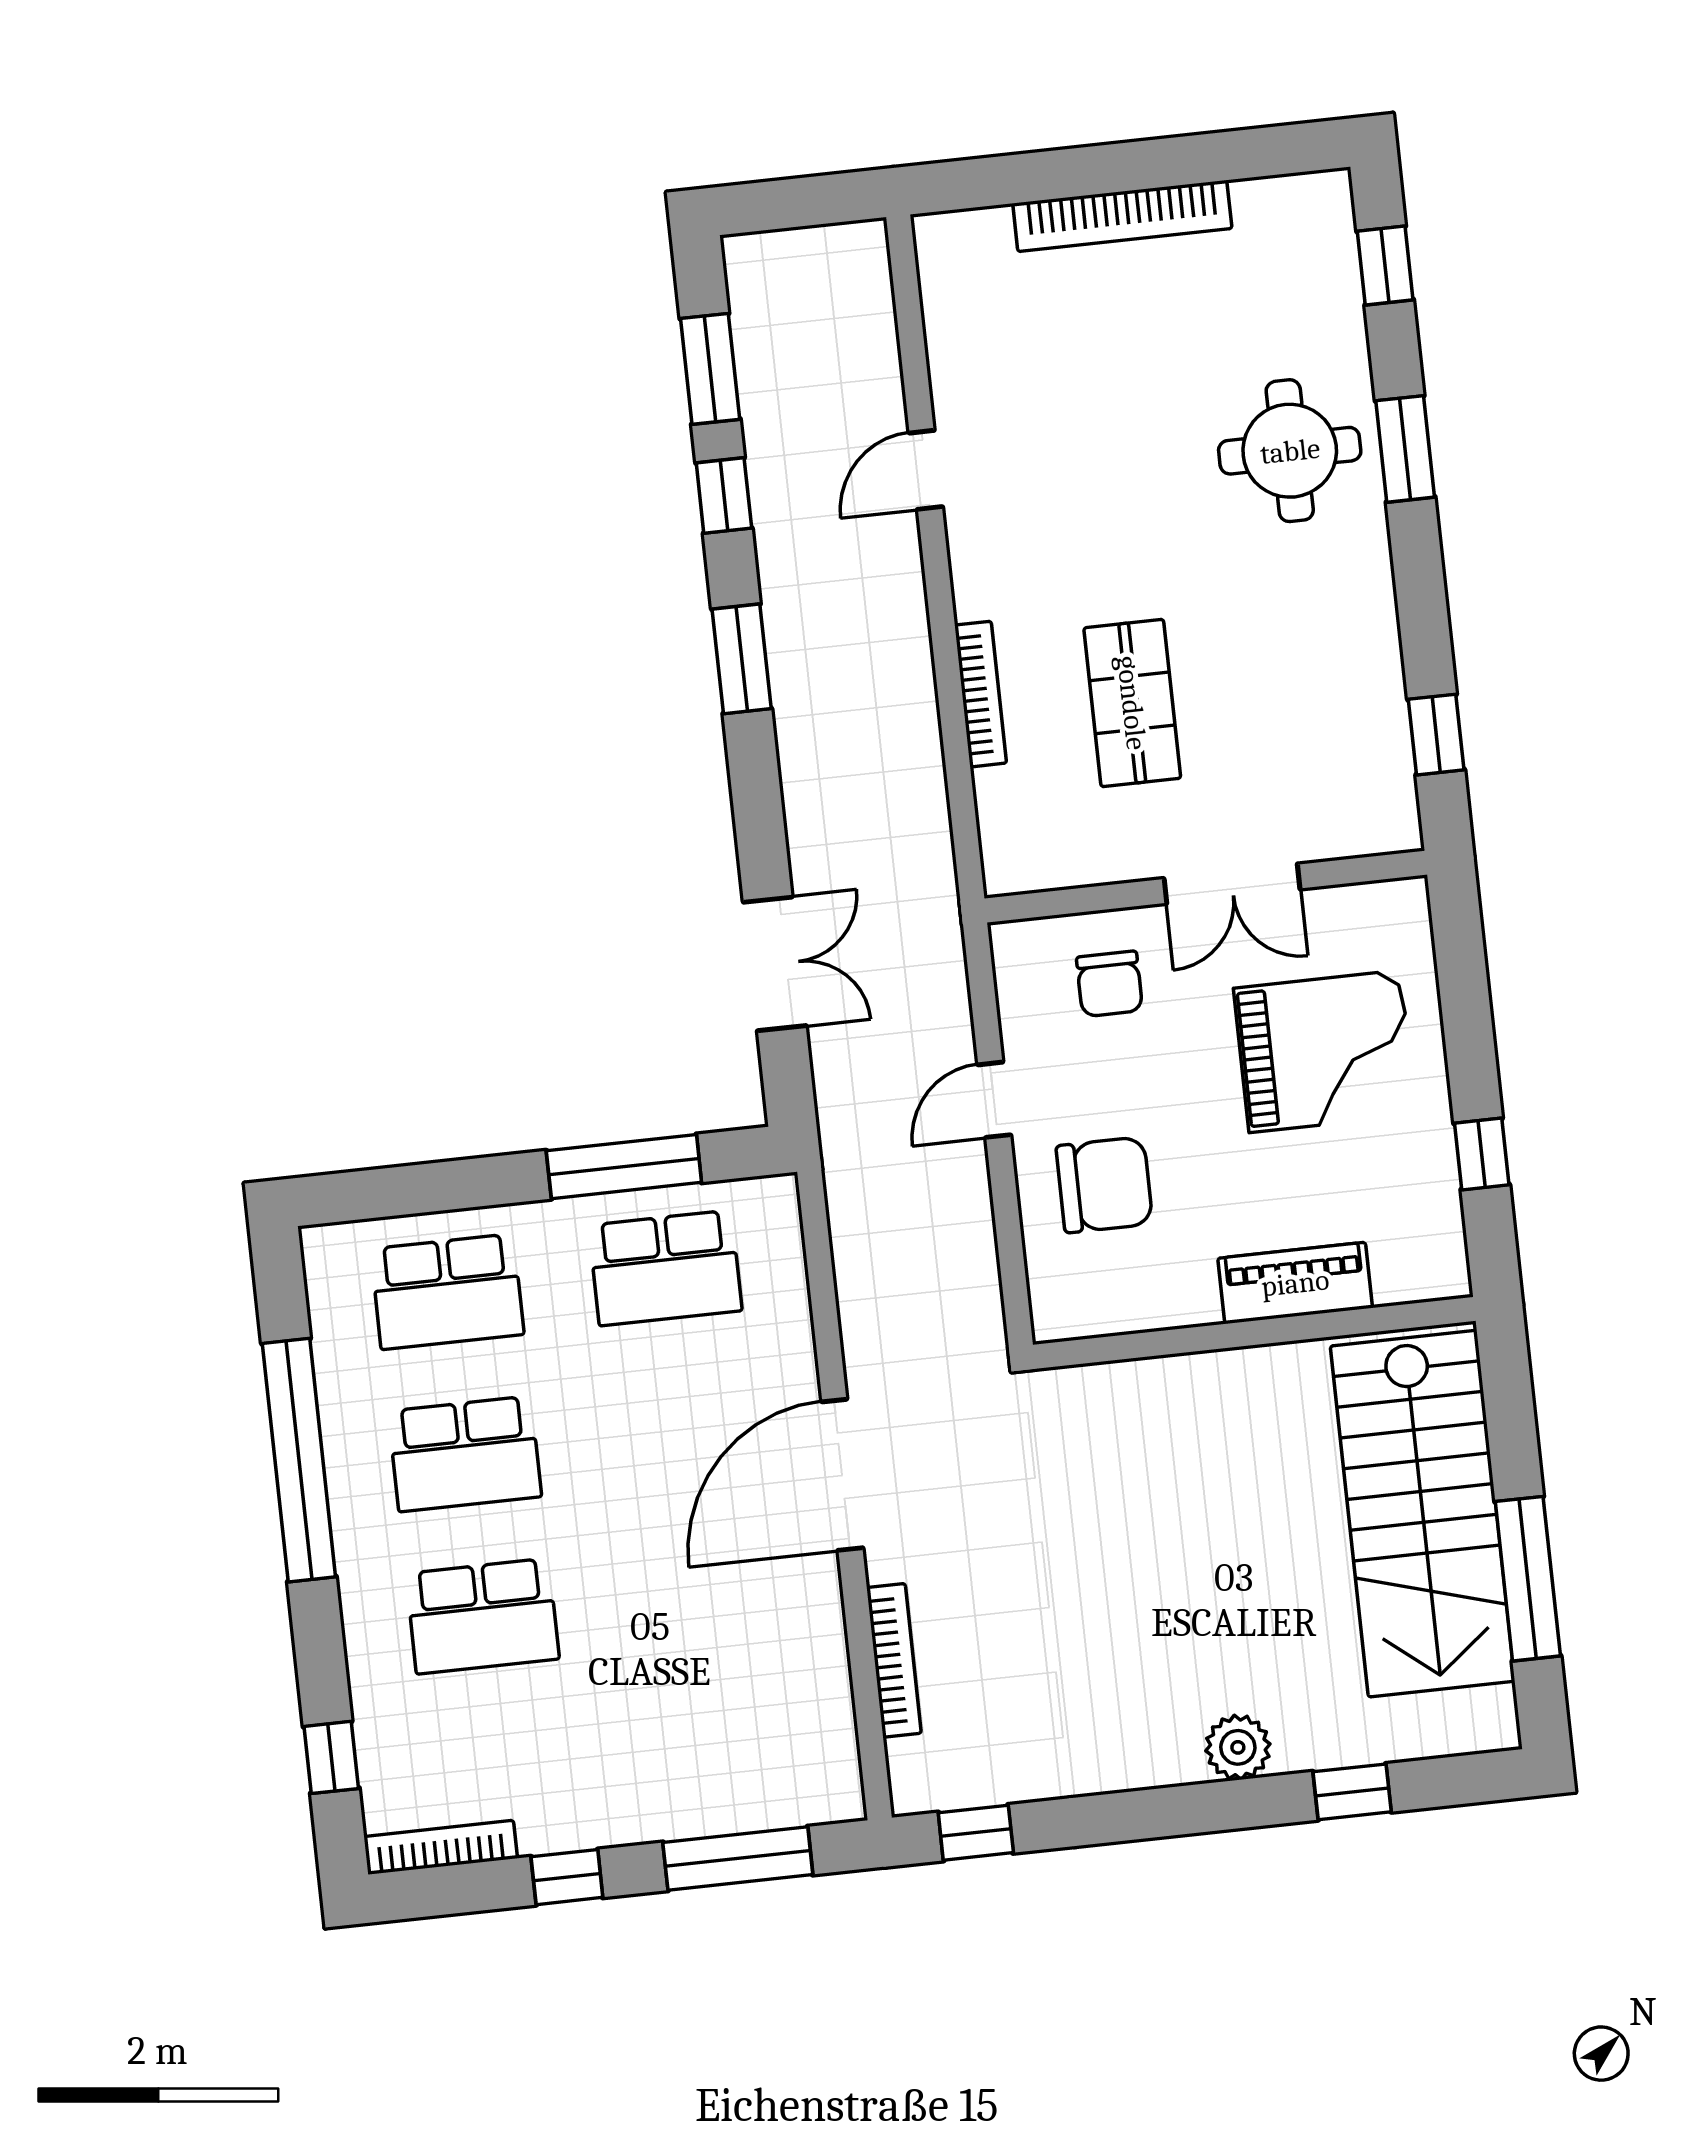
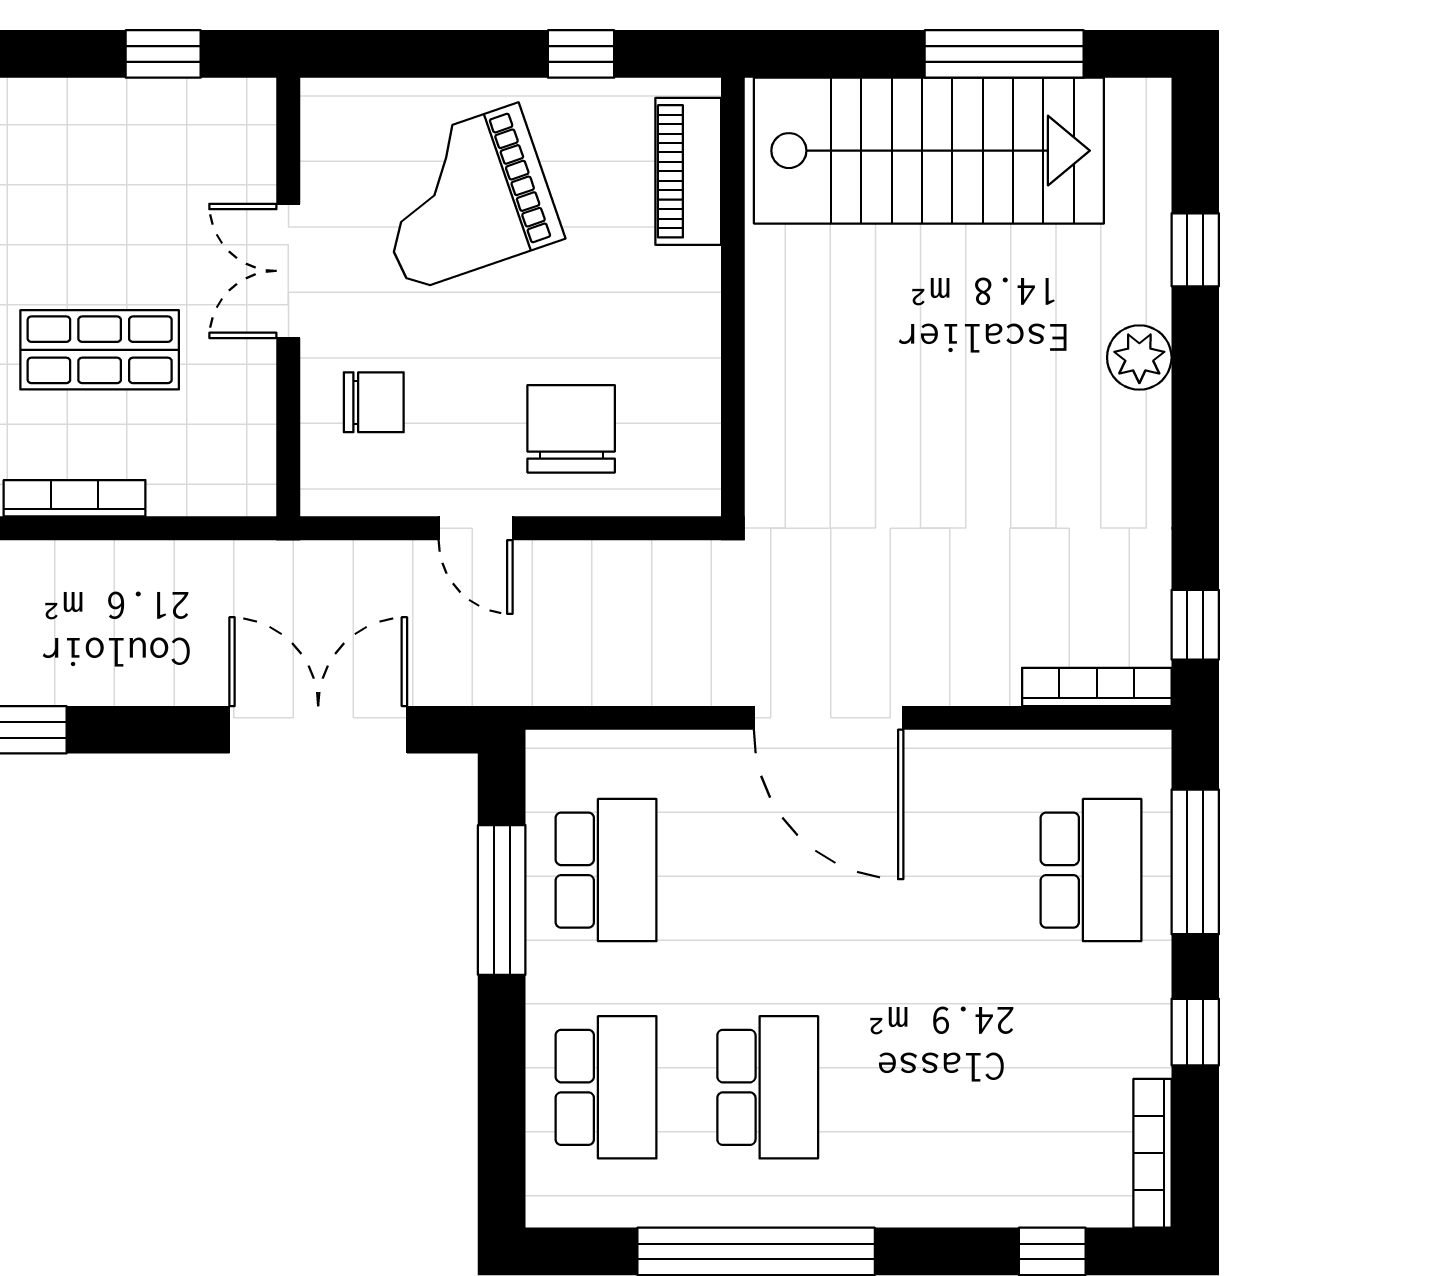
double door: (1232, 884) -> (288, 271), swing flipped
double door: (775, 964) -> (318, 730), width x1.37
grand piano: (1325, 1051) -> (463, 198), turned -109
piano: (1295, 1283) -> (688, 171), moved
school desk: (482, 1616) -> (1091, 870), moved
bookcase: (894, 1660) -> (1097, 687), moved

